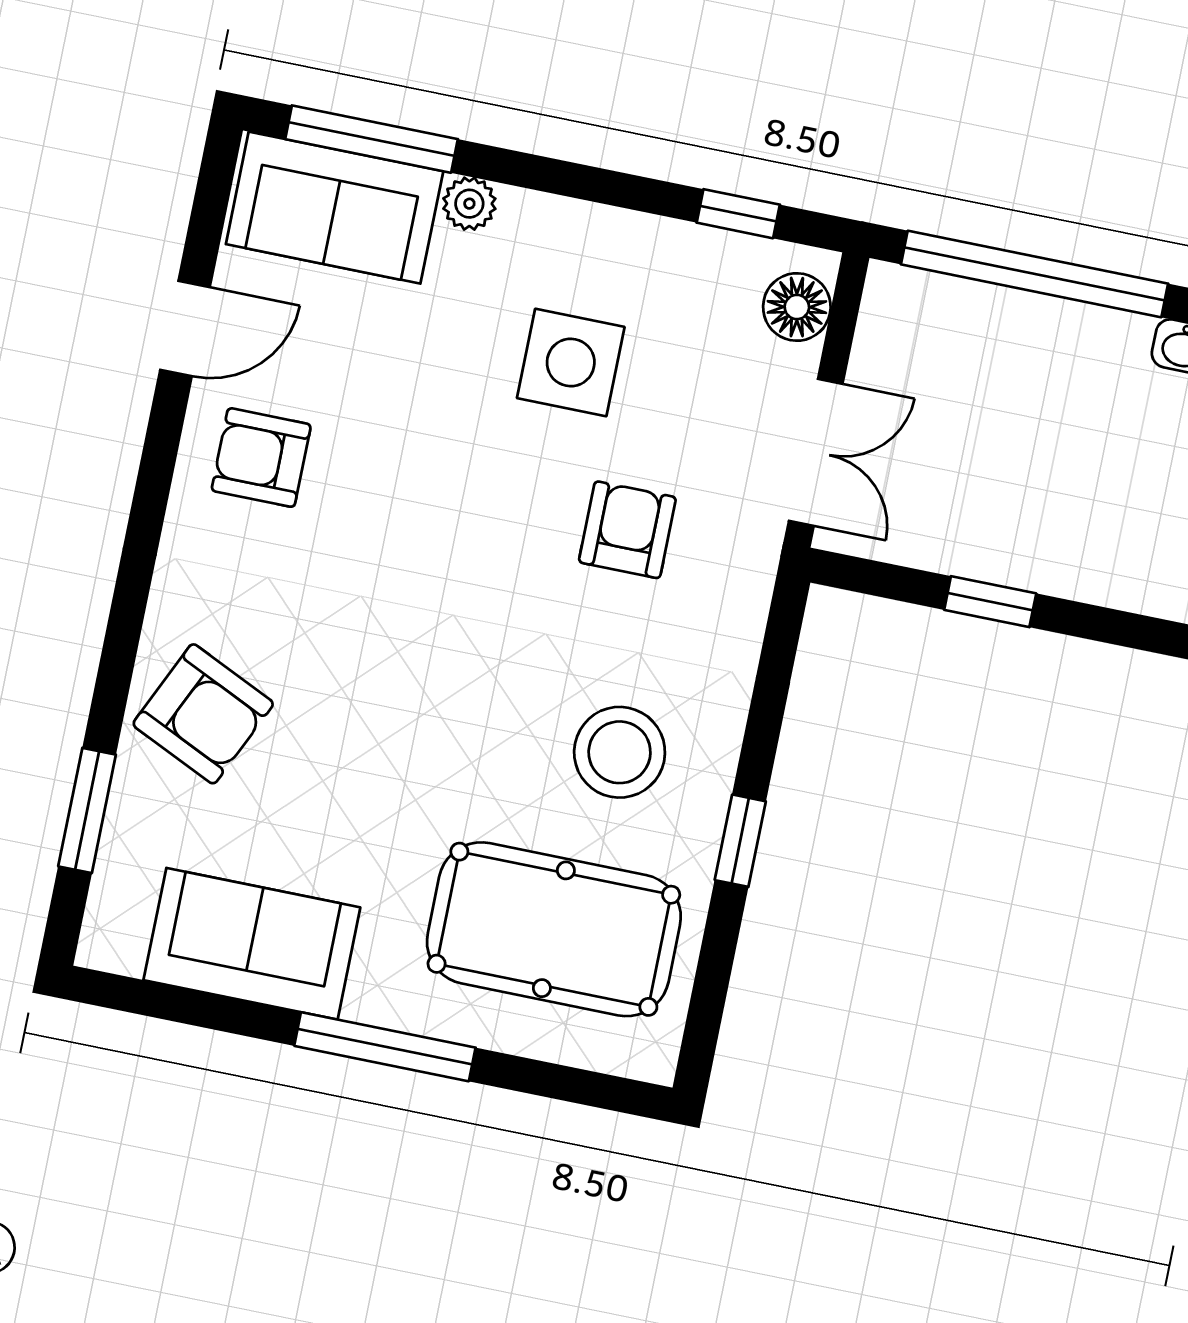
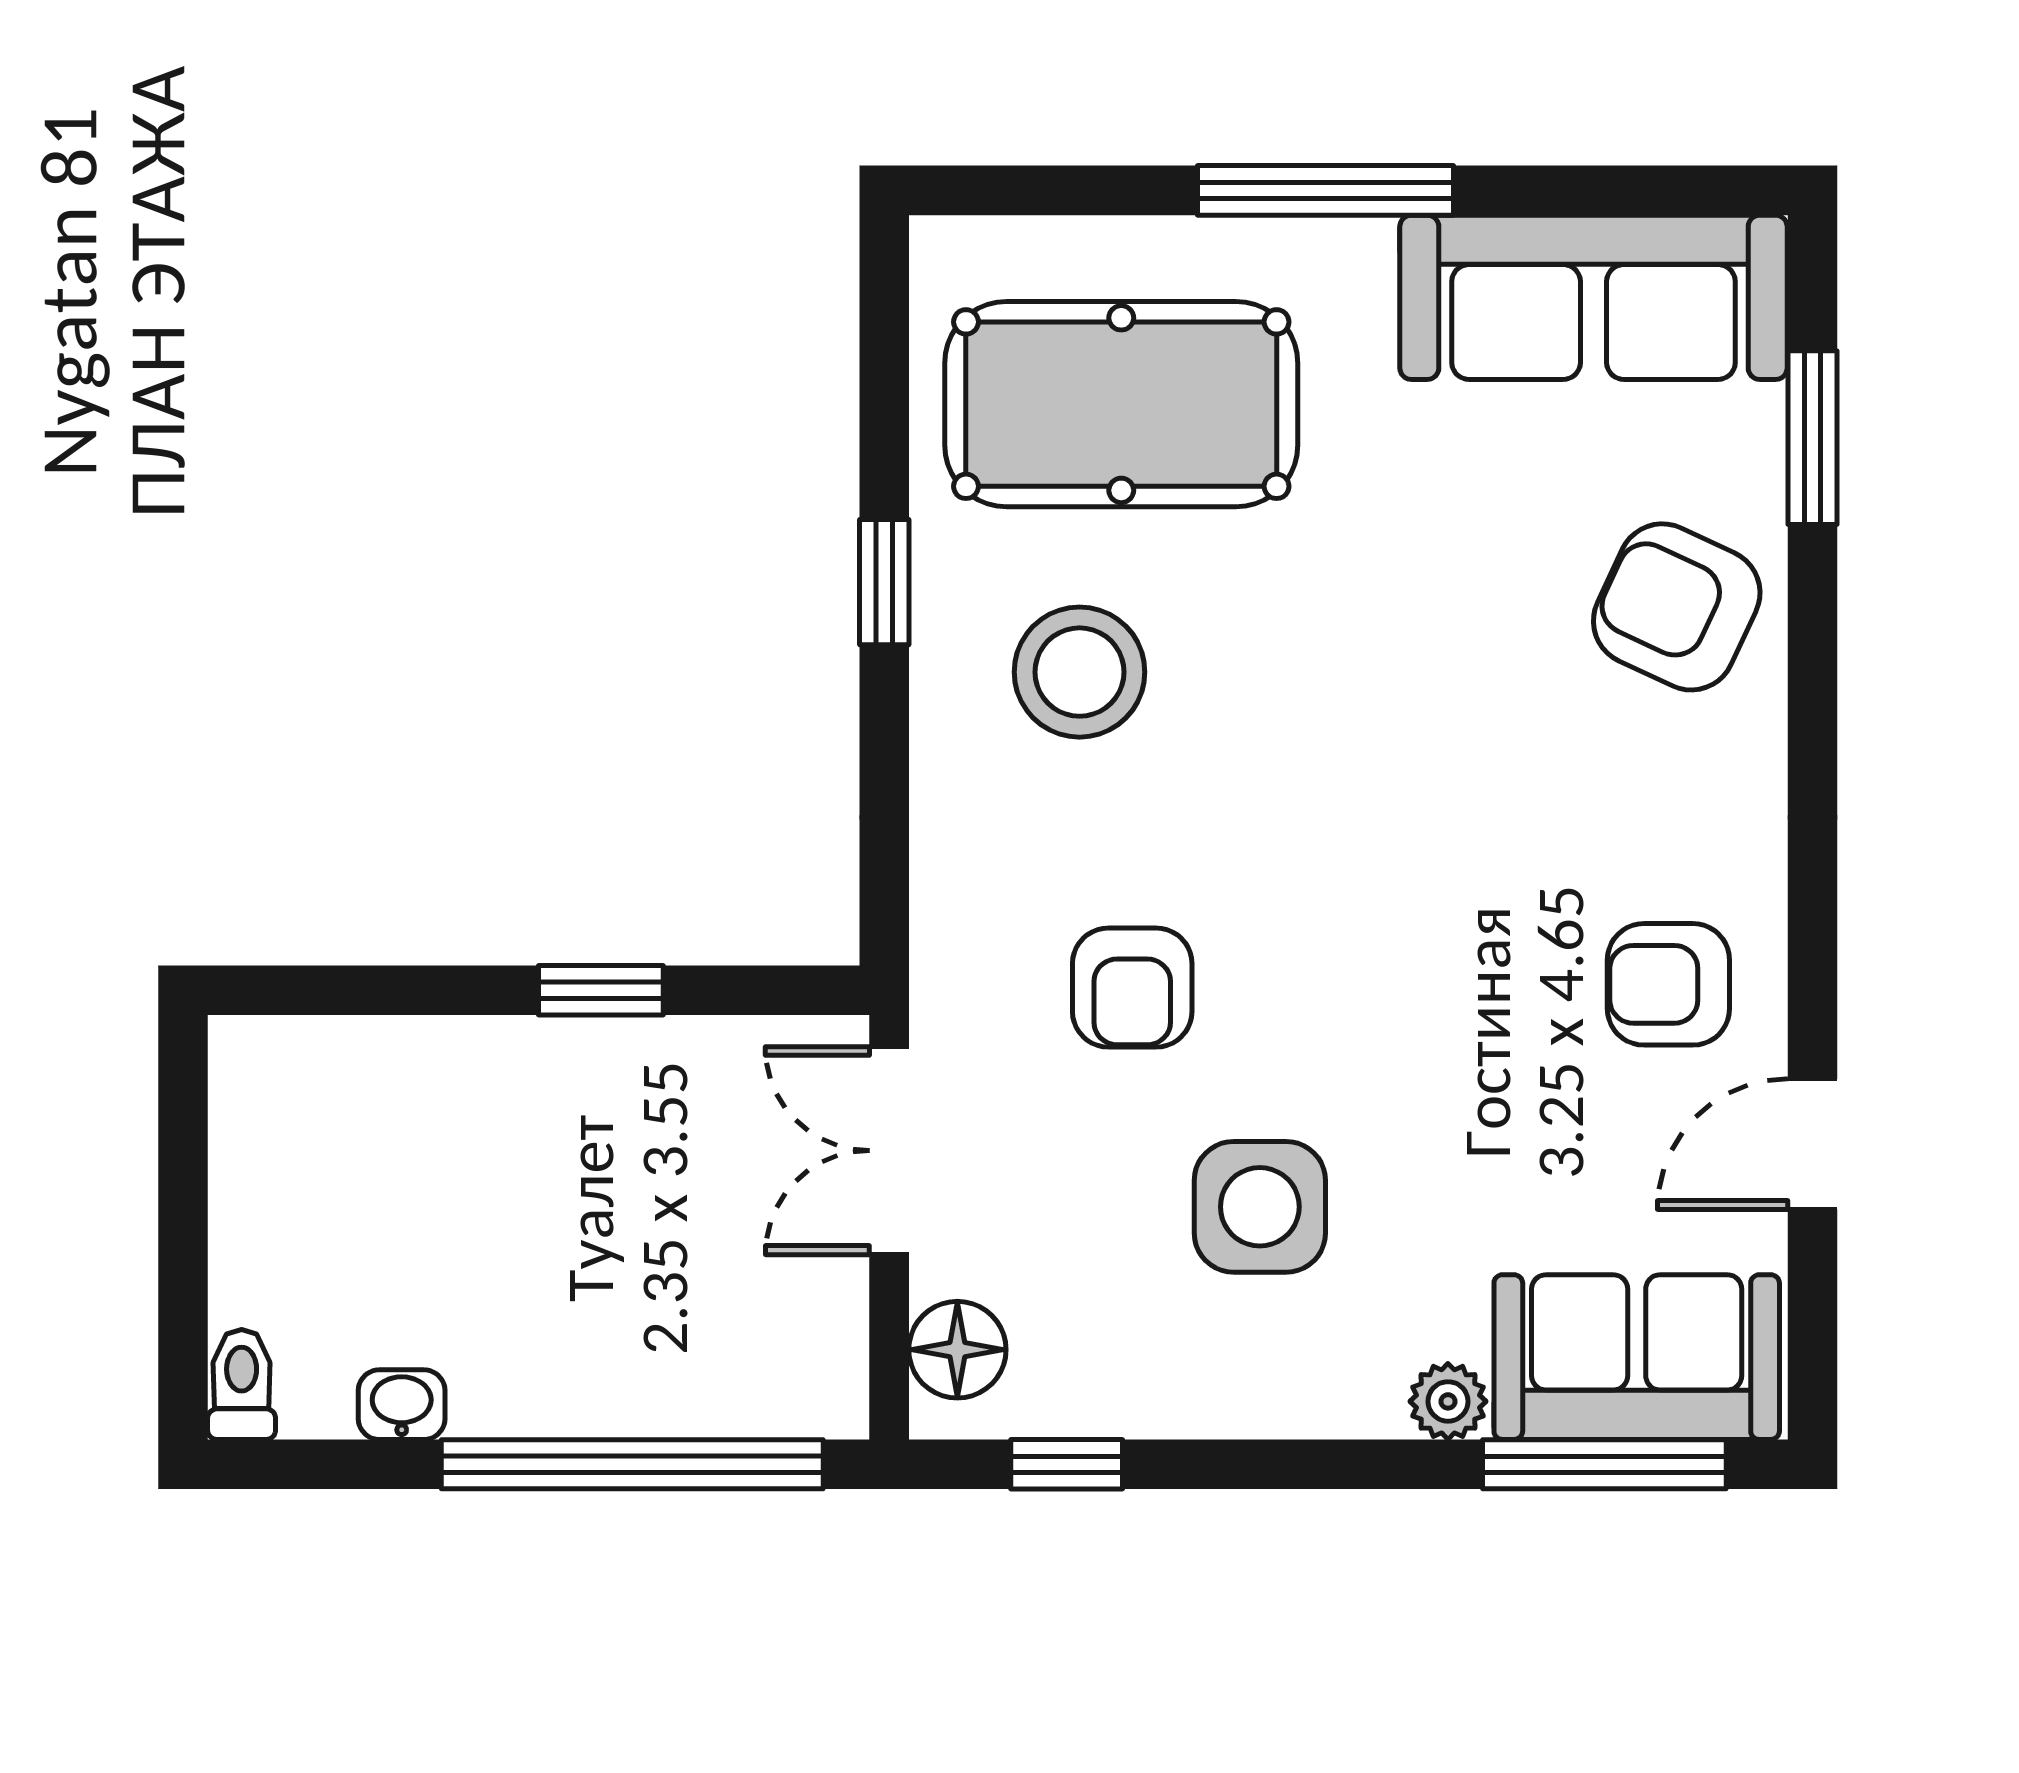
armchair: (261, 458) -> (1668, 984), turned 180
sofa: (252, 944) -> (1593, 297), width x1.36

